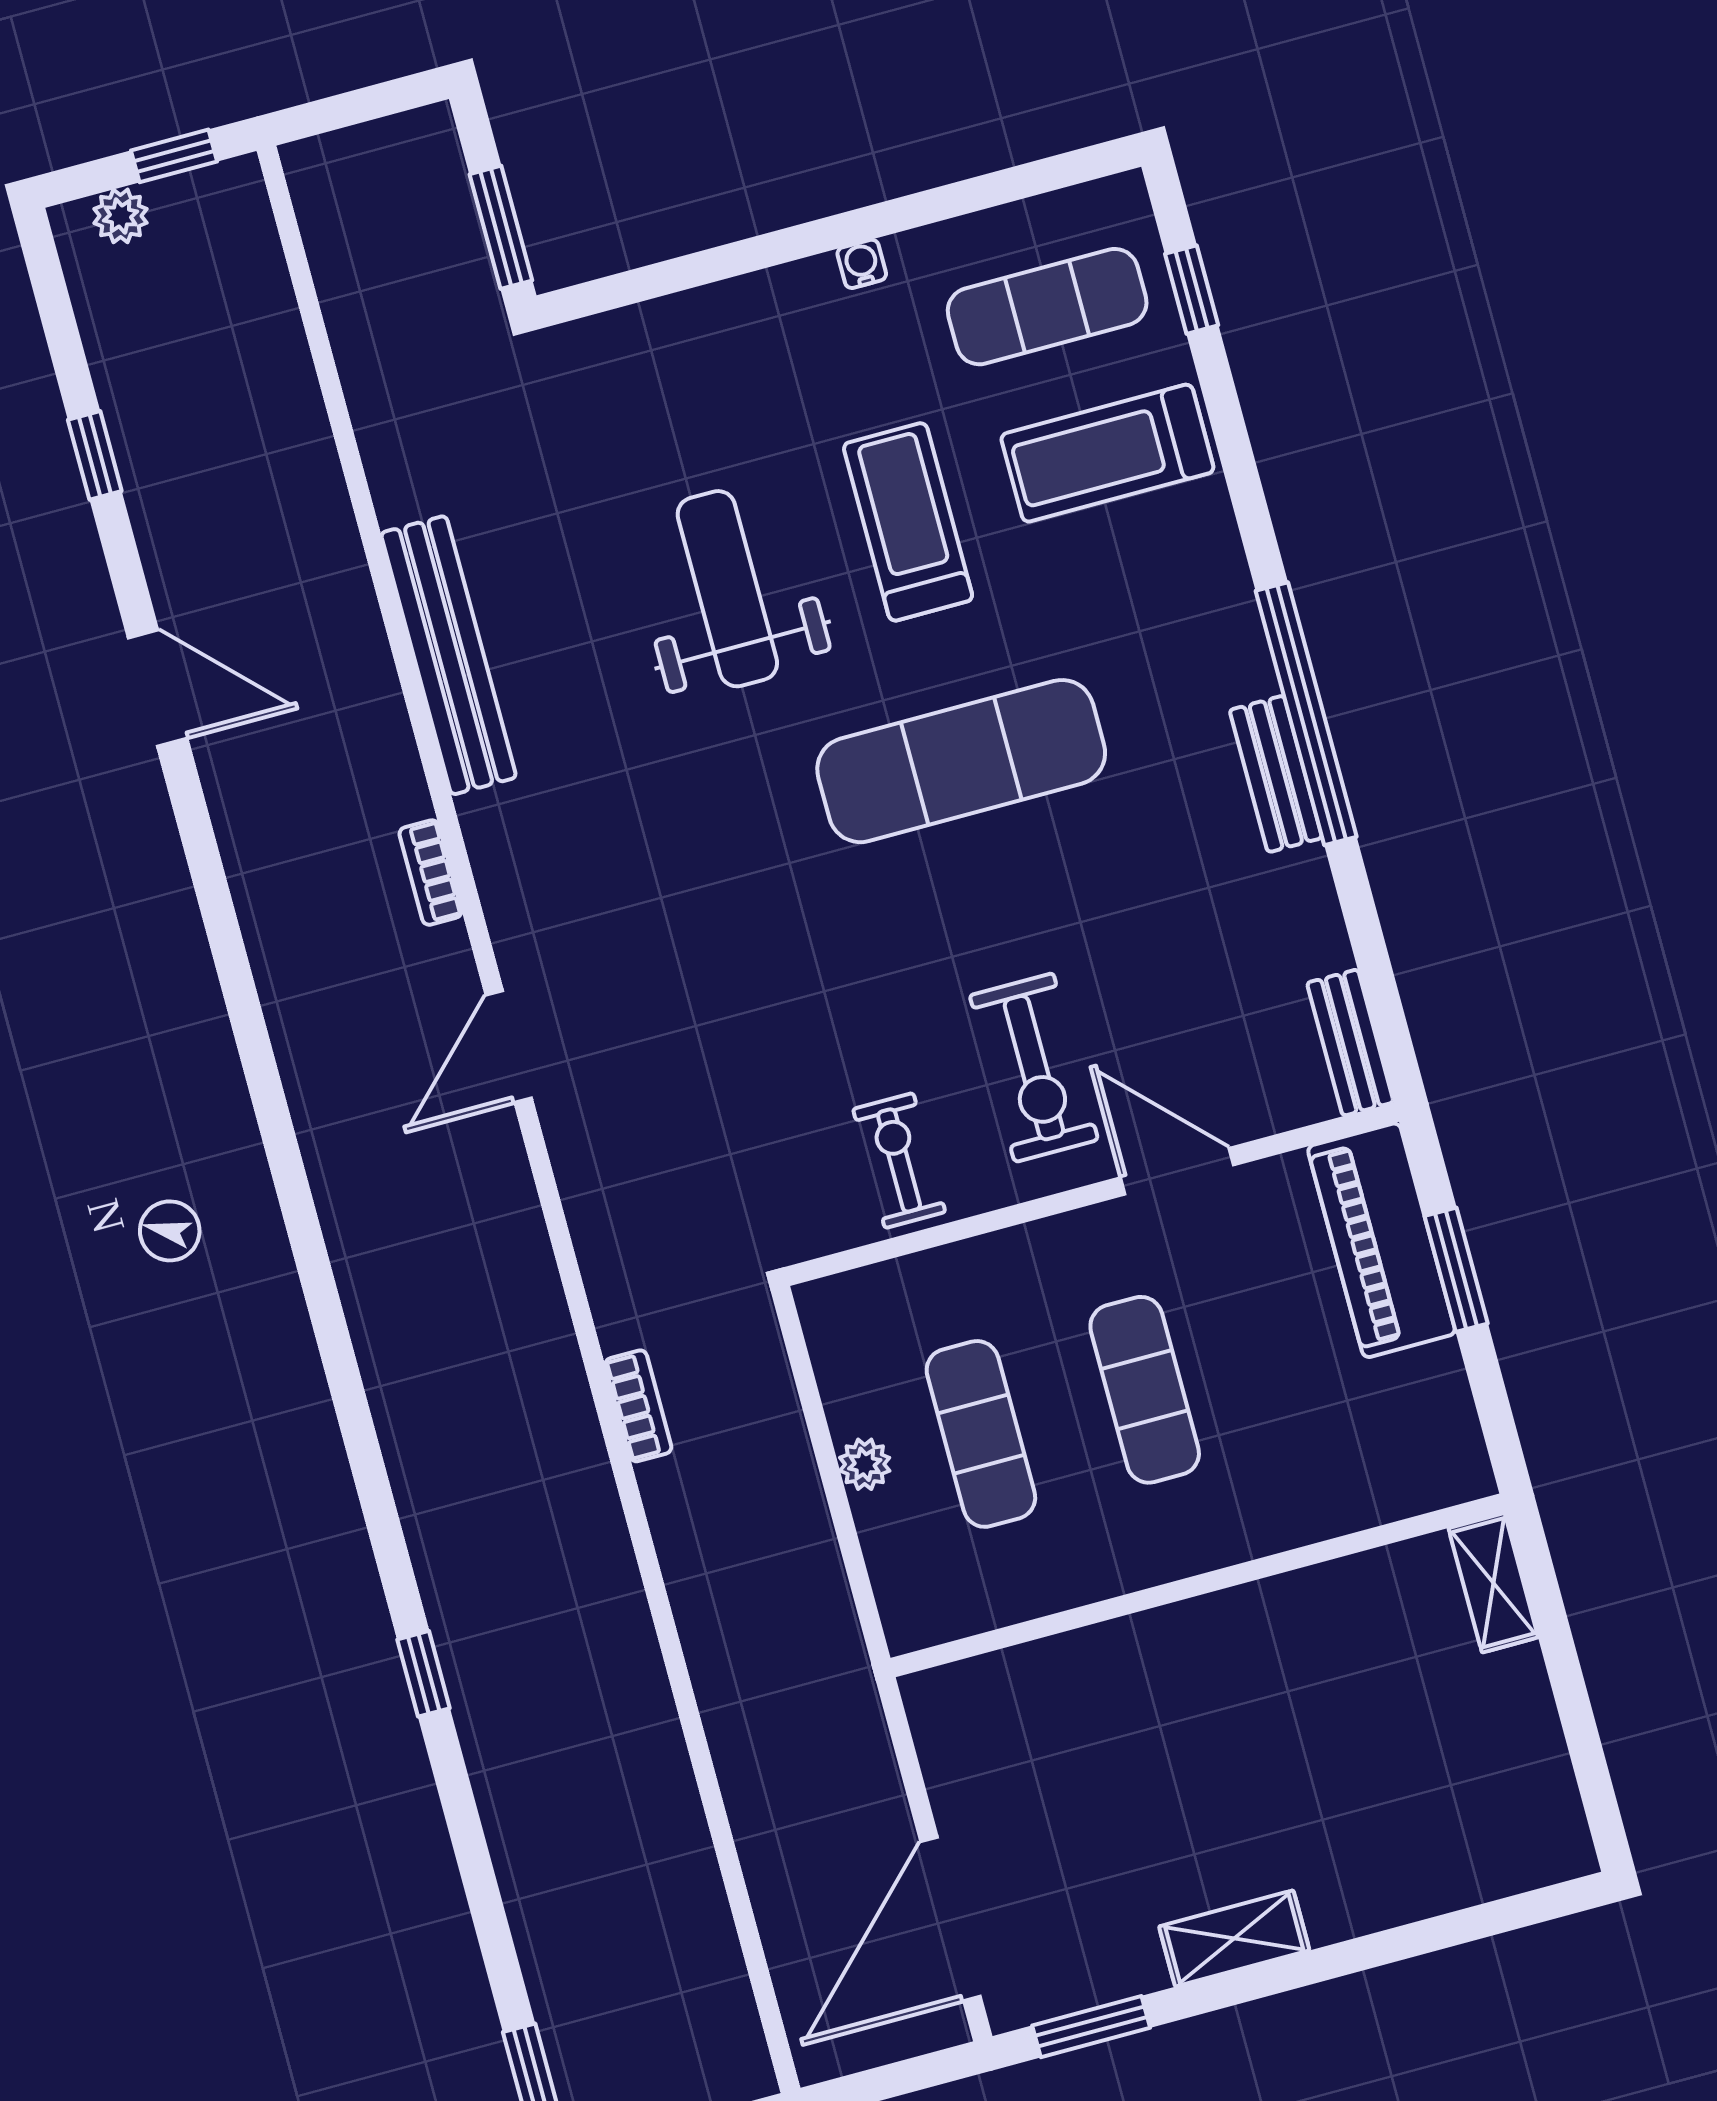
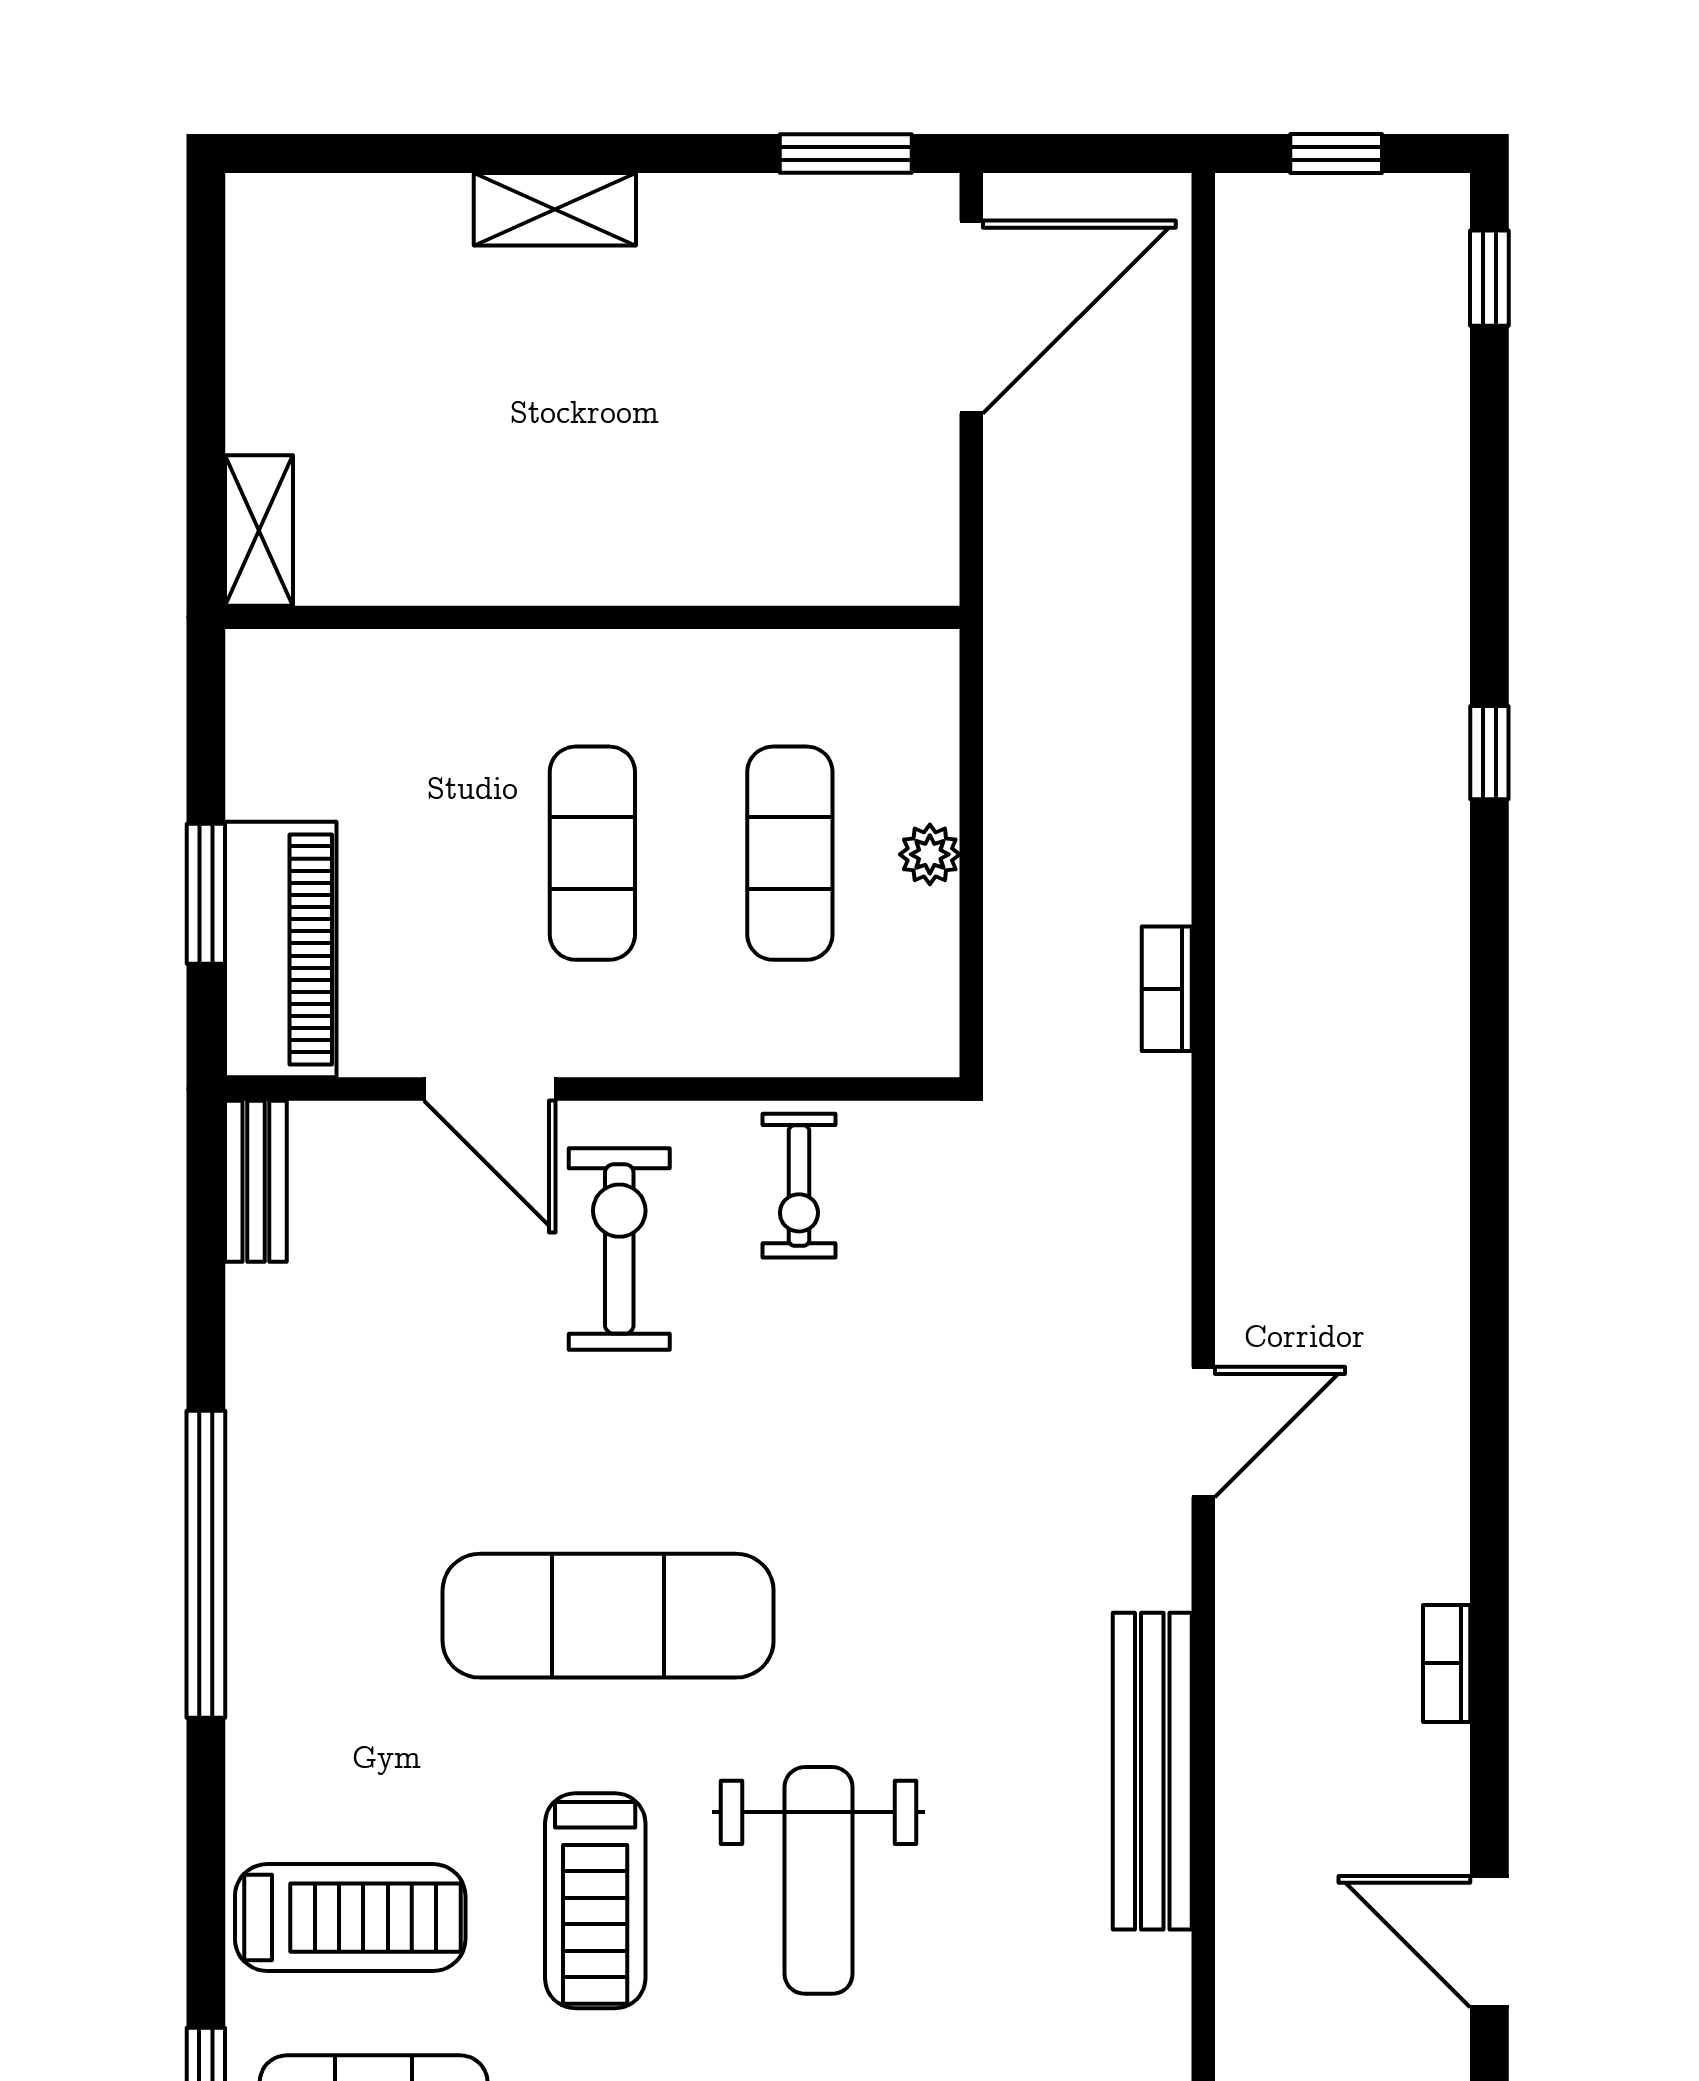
bench: (449, 655) -> (1152, 1771), moved
bench: (1276, 774) -> (258, 1506), removed
bookcase: (431, 873) -> (1447, 1663), moved, turned 180
shelving: (1234, 1938) -> (555, 209), moved

